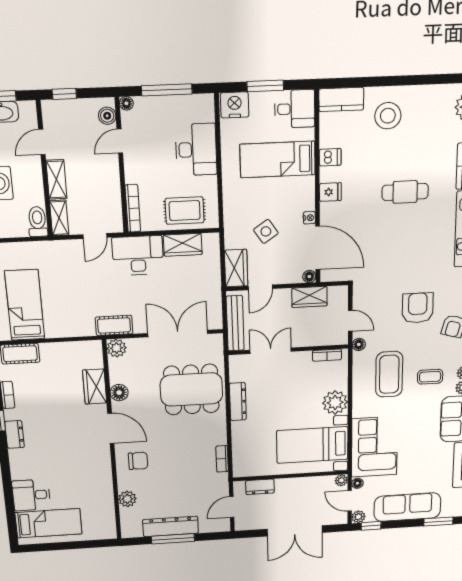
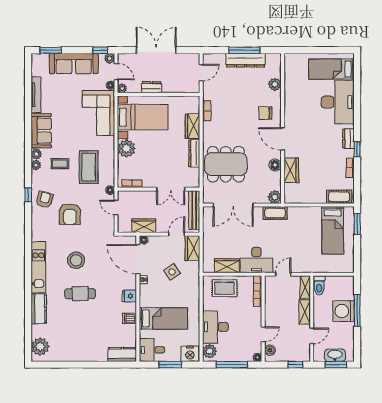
plant: (204, 110) -> (210, 351), added
stool: (388, 116) -> (76, 260), moved
wardrobe: (242, 438) -> (192, 126), added
dresser: (260, 487) -> (152, 87), moved
desk: (31, 495) -> (338, 102), width x1.87, depth x1.30

